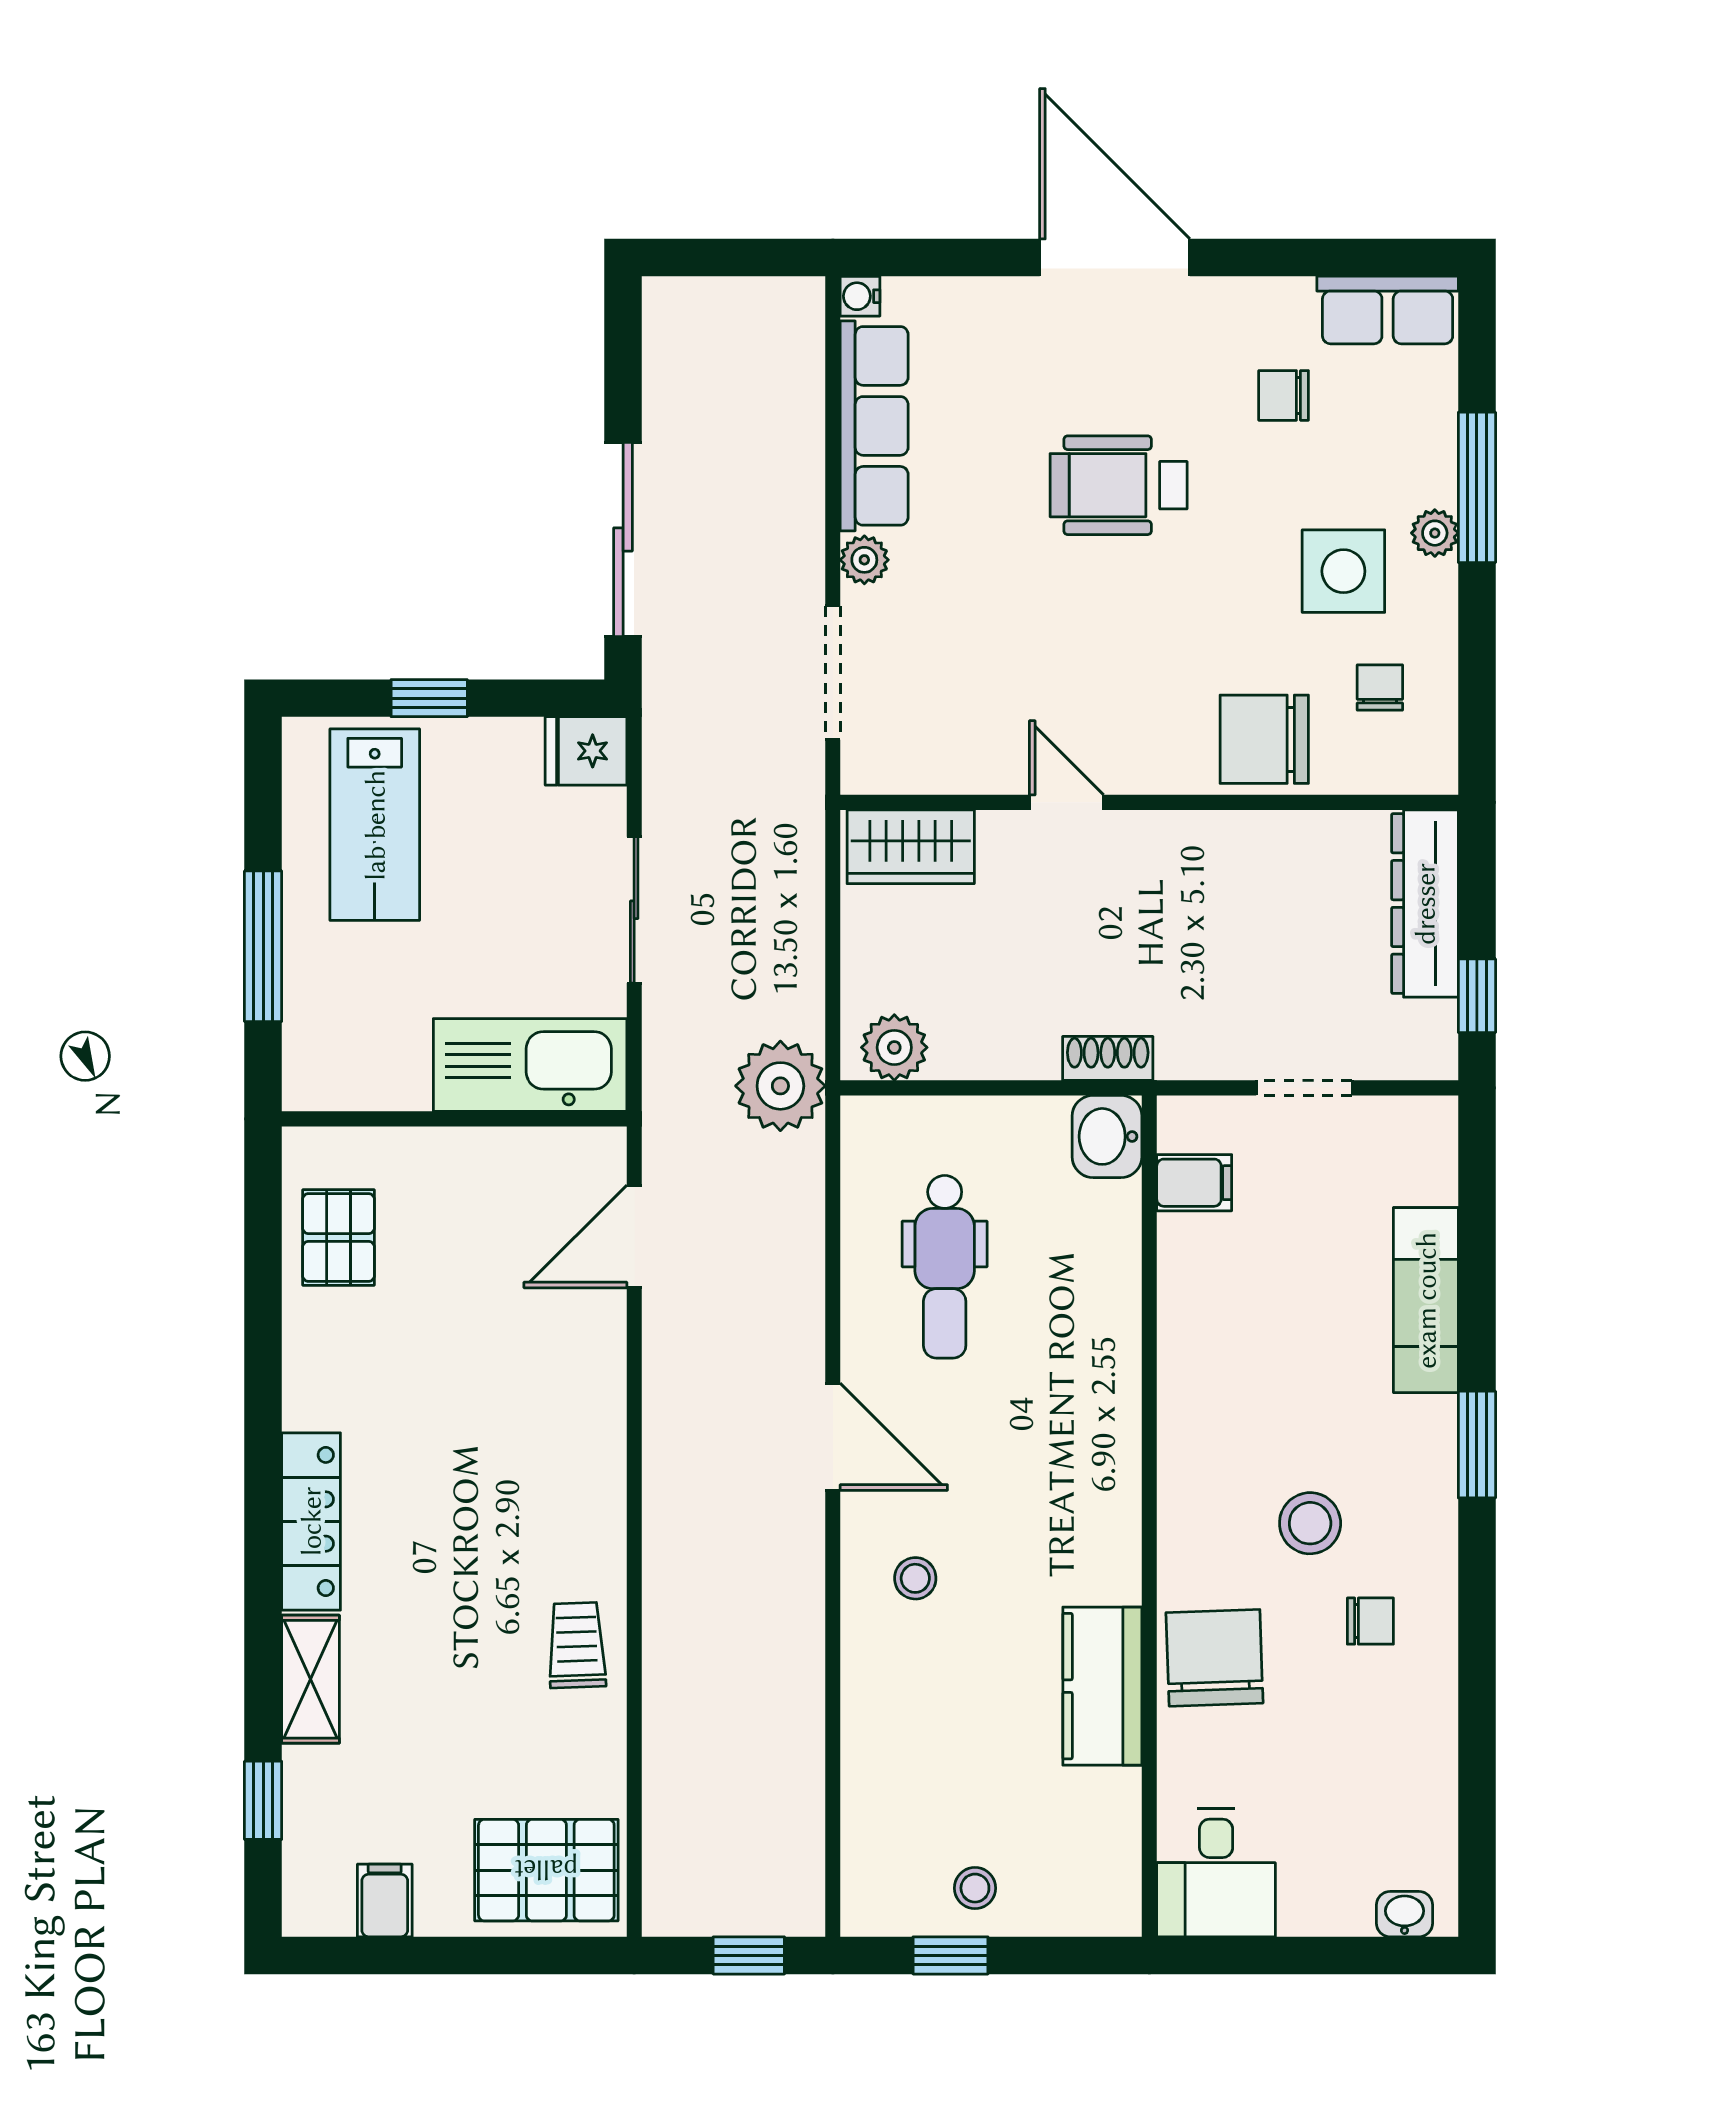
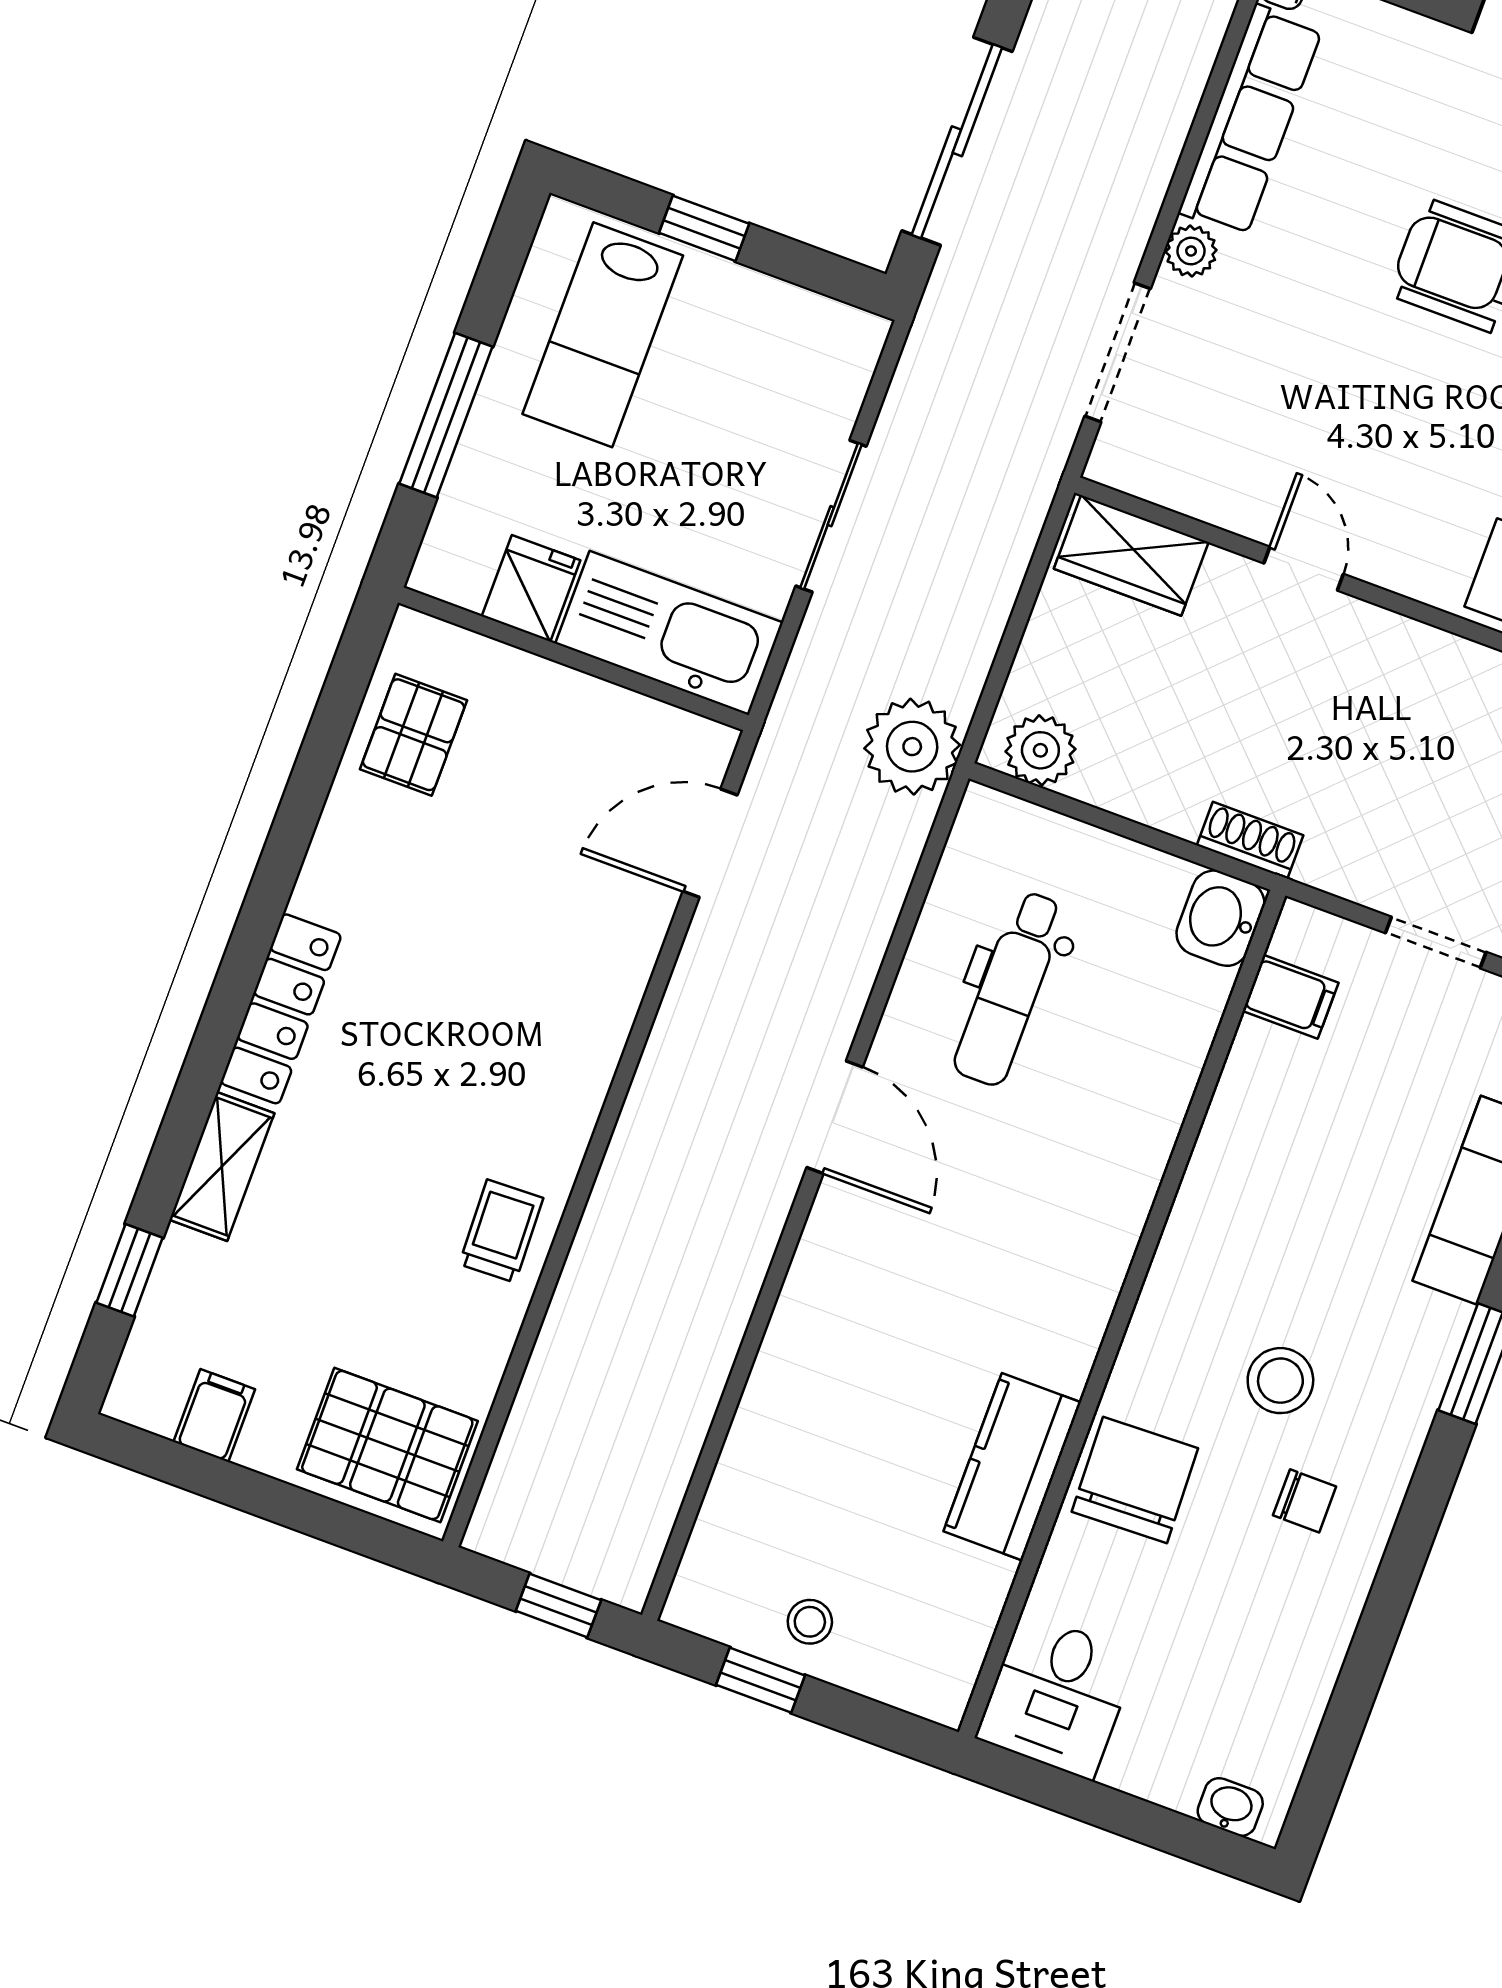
fridge: (586, 751) -> (531, 588), moved, turned 90
stool: (915, 1578) -> (865, 1290), removed

